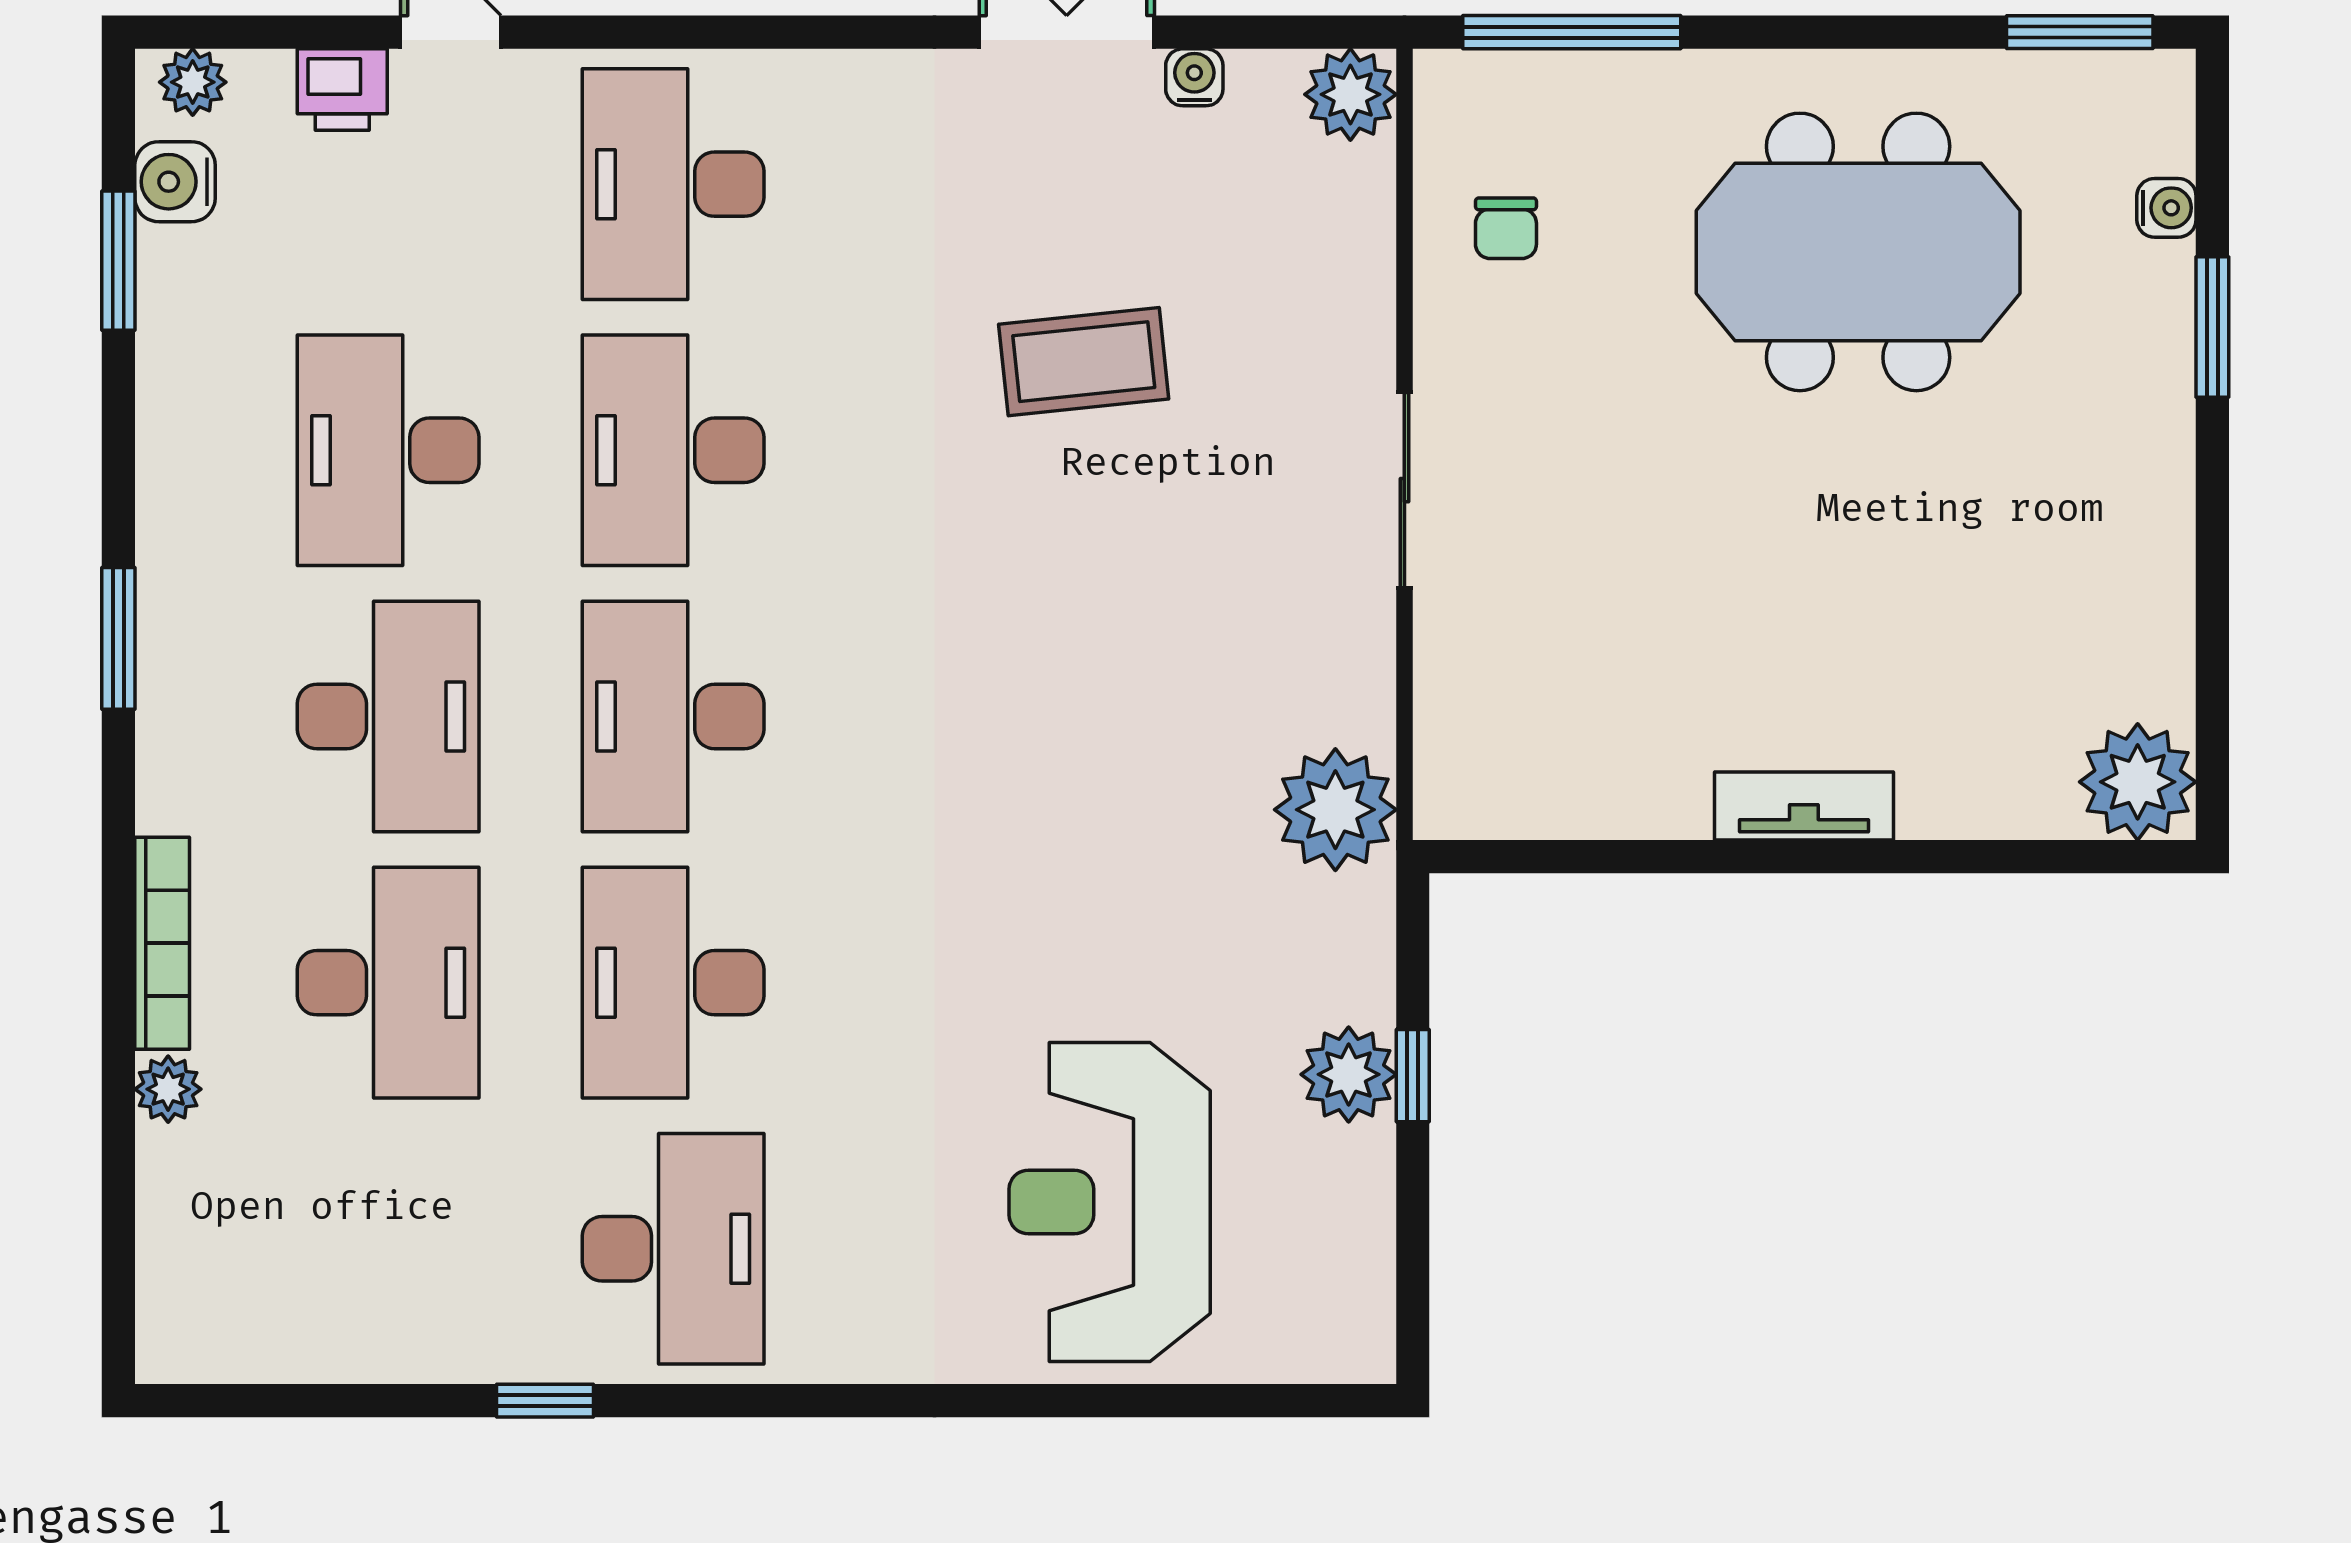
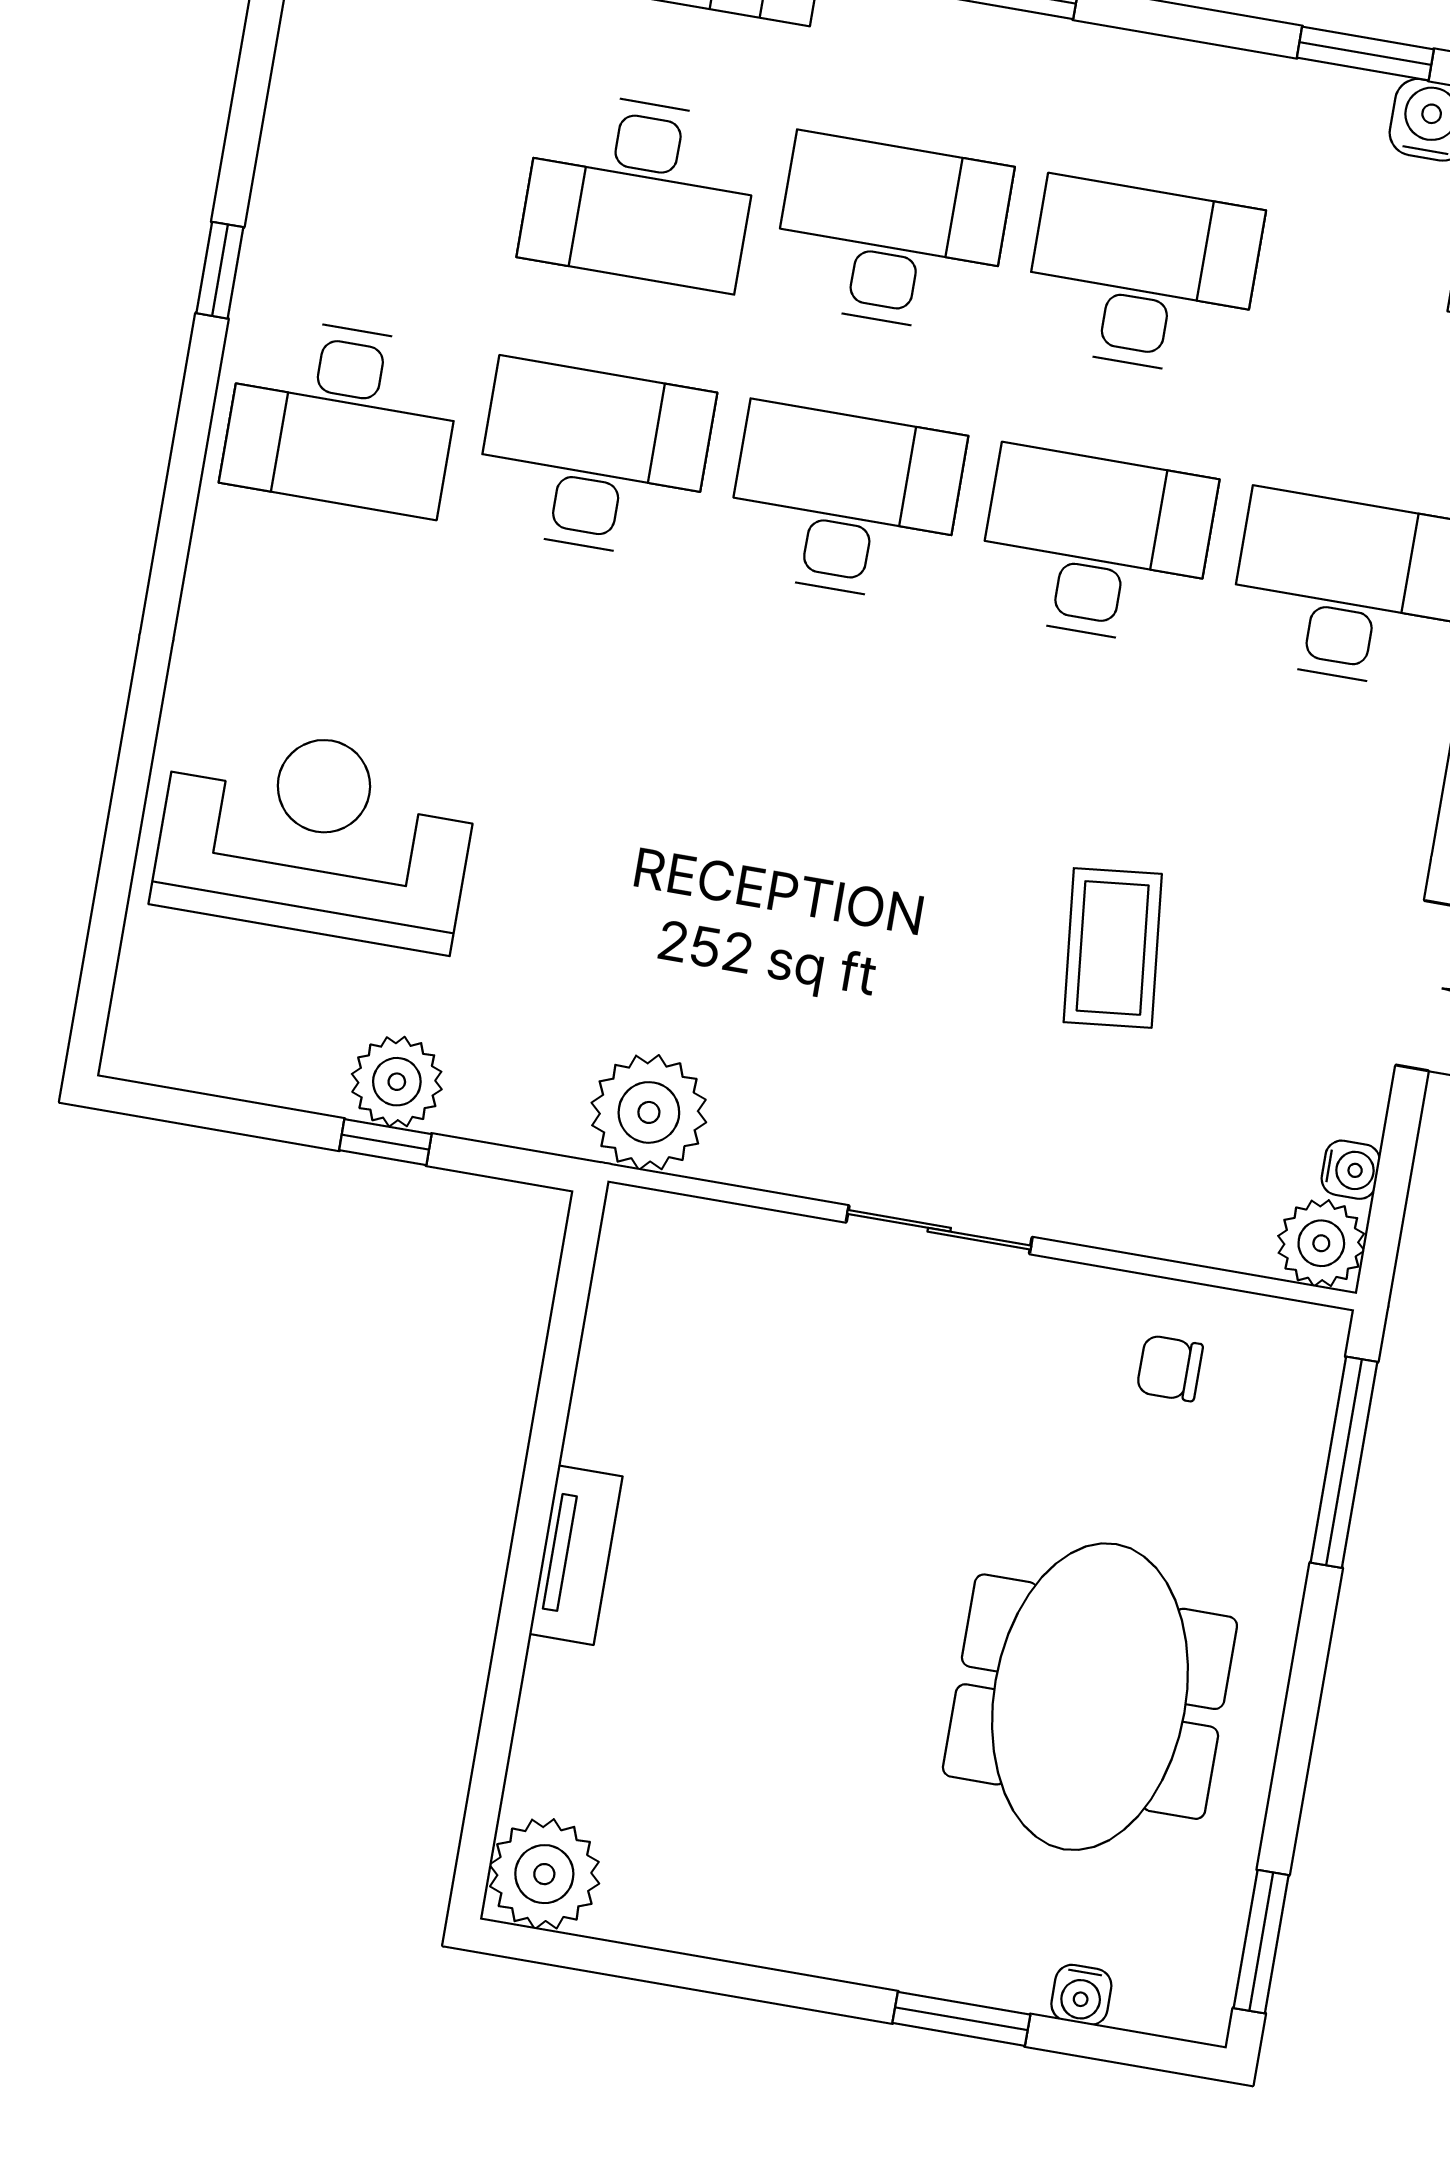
water cooler: (1194, 77) -> (1351, 1170), moved
desk: (388, 716) -> (891, 234), turned 180

